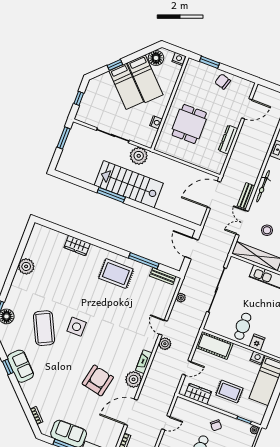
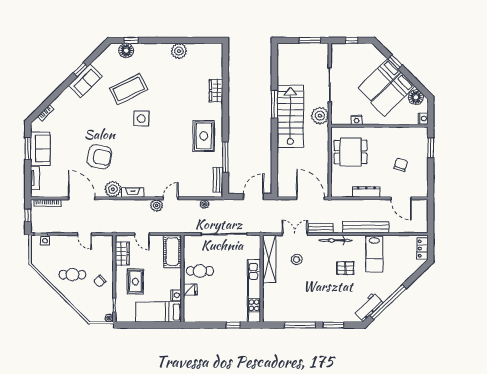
chair: (223, 82) -> (401, 165), moved
dining table: (189, 124) -> (351, 152), moved
bench: (261, 153) -> (366, 227), added

